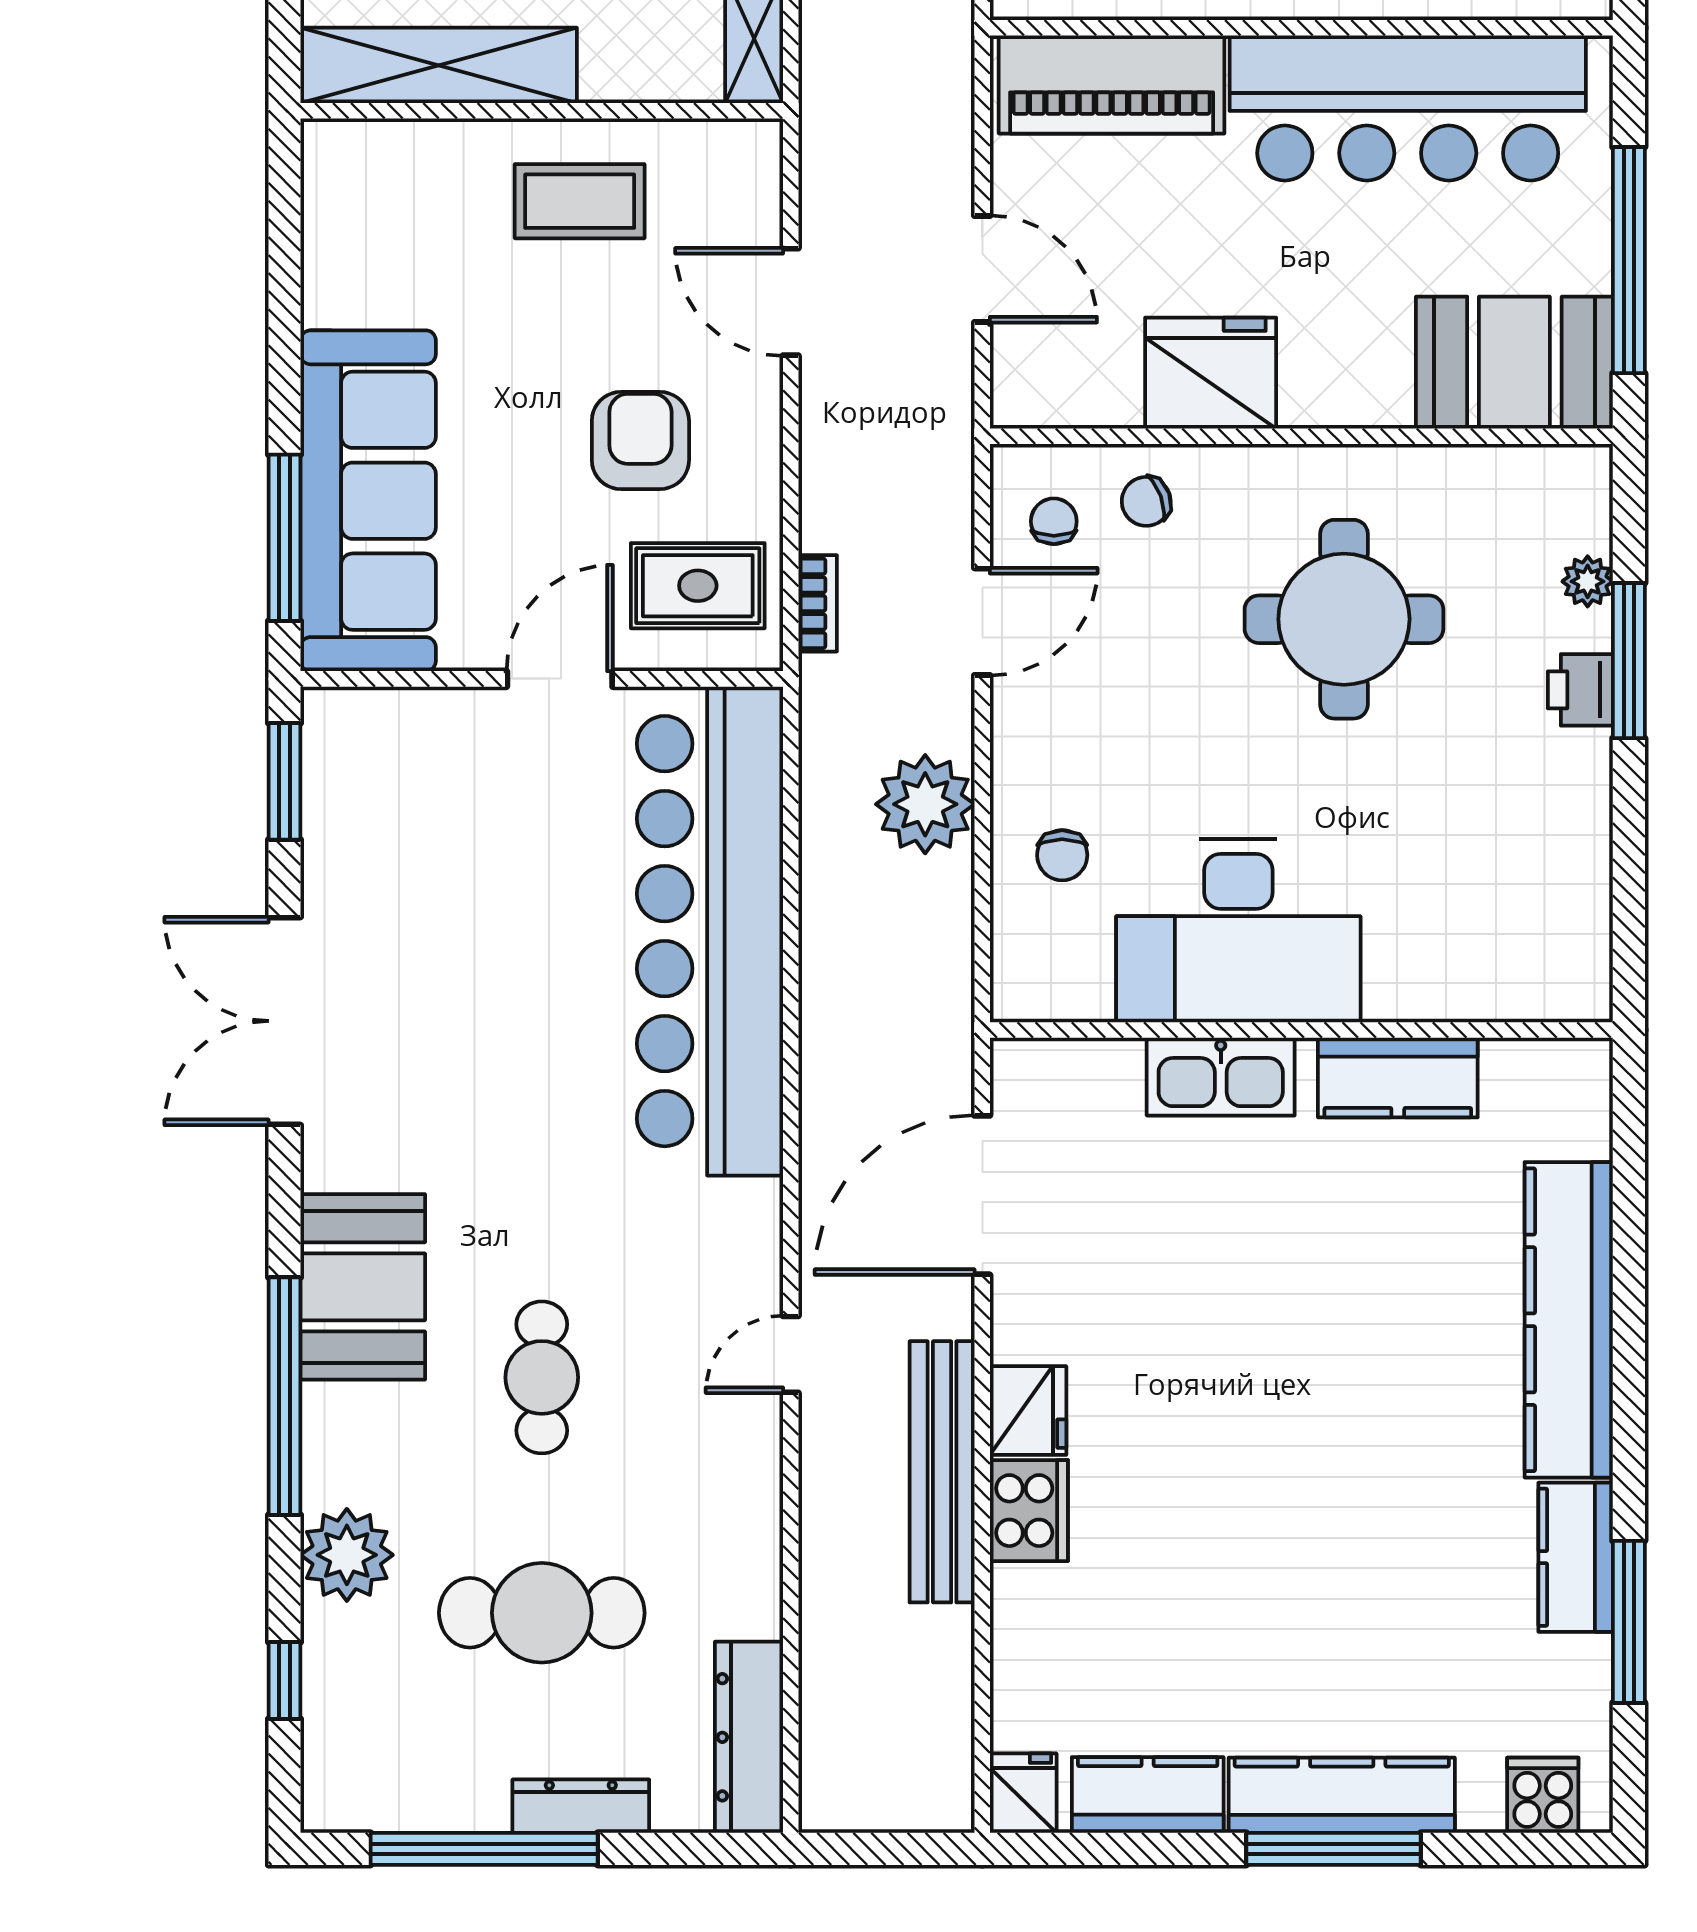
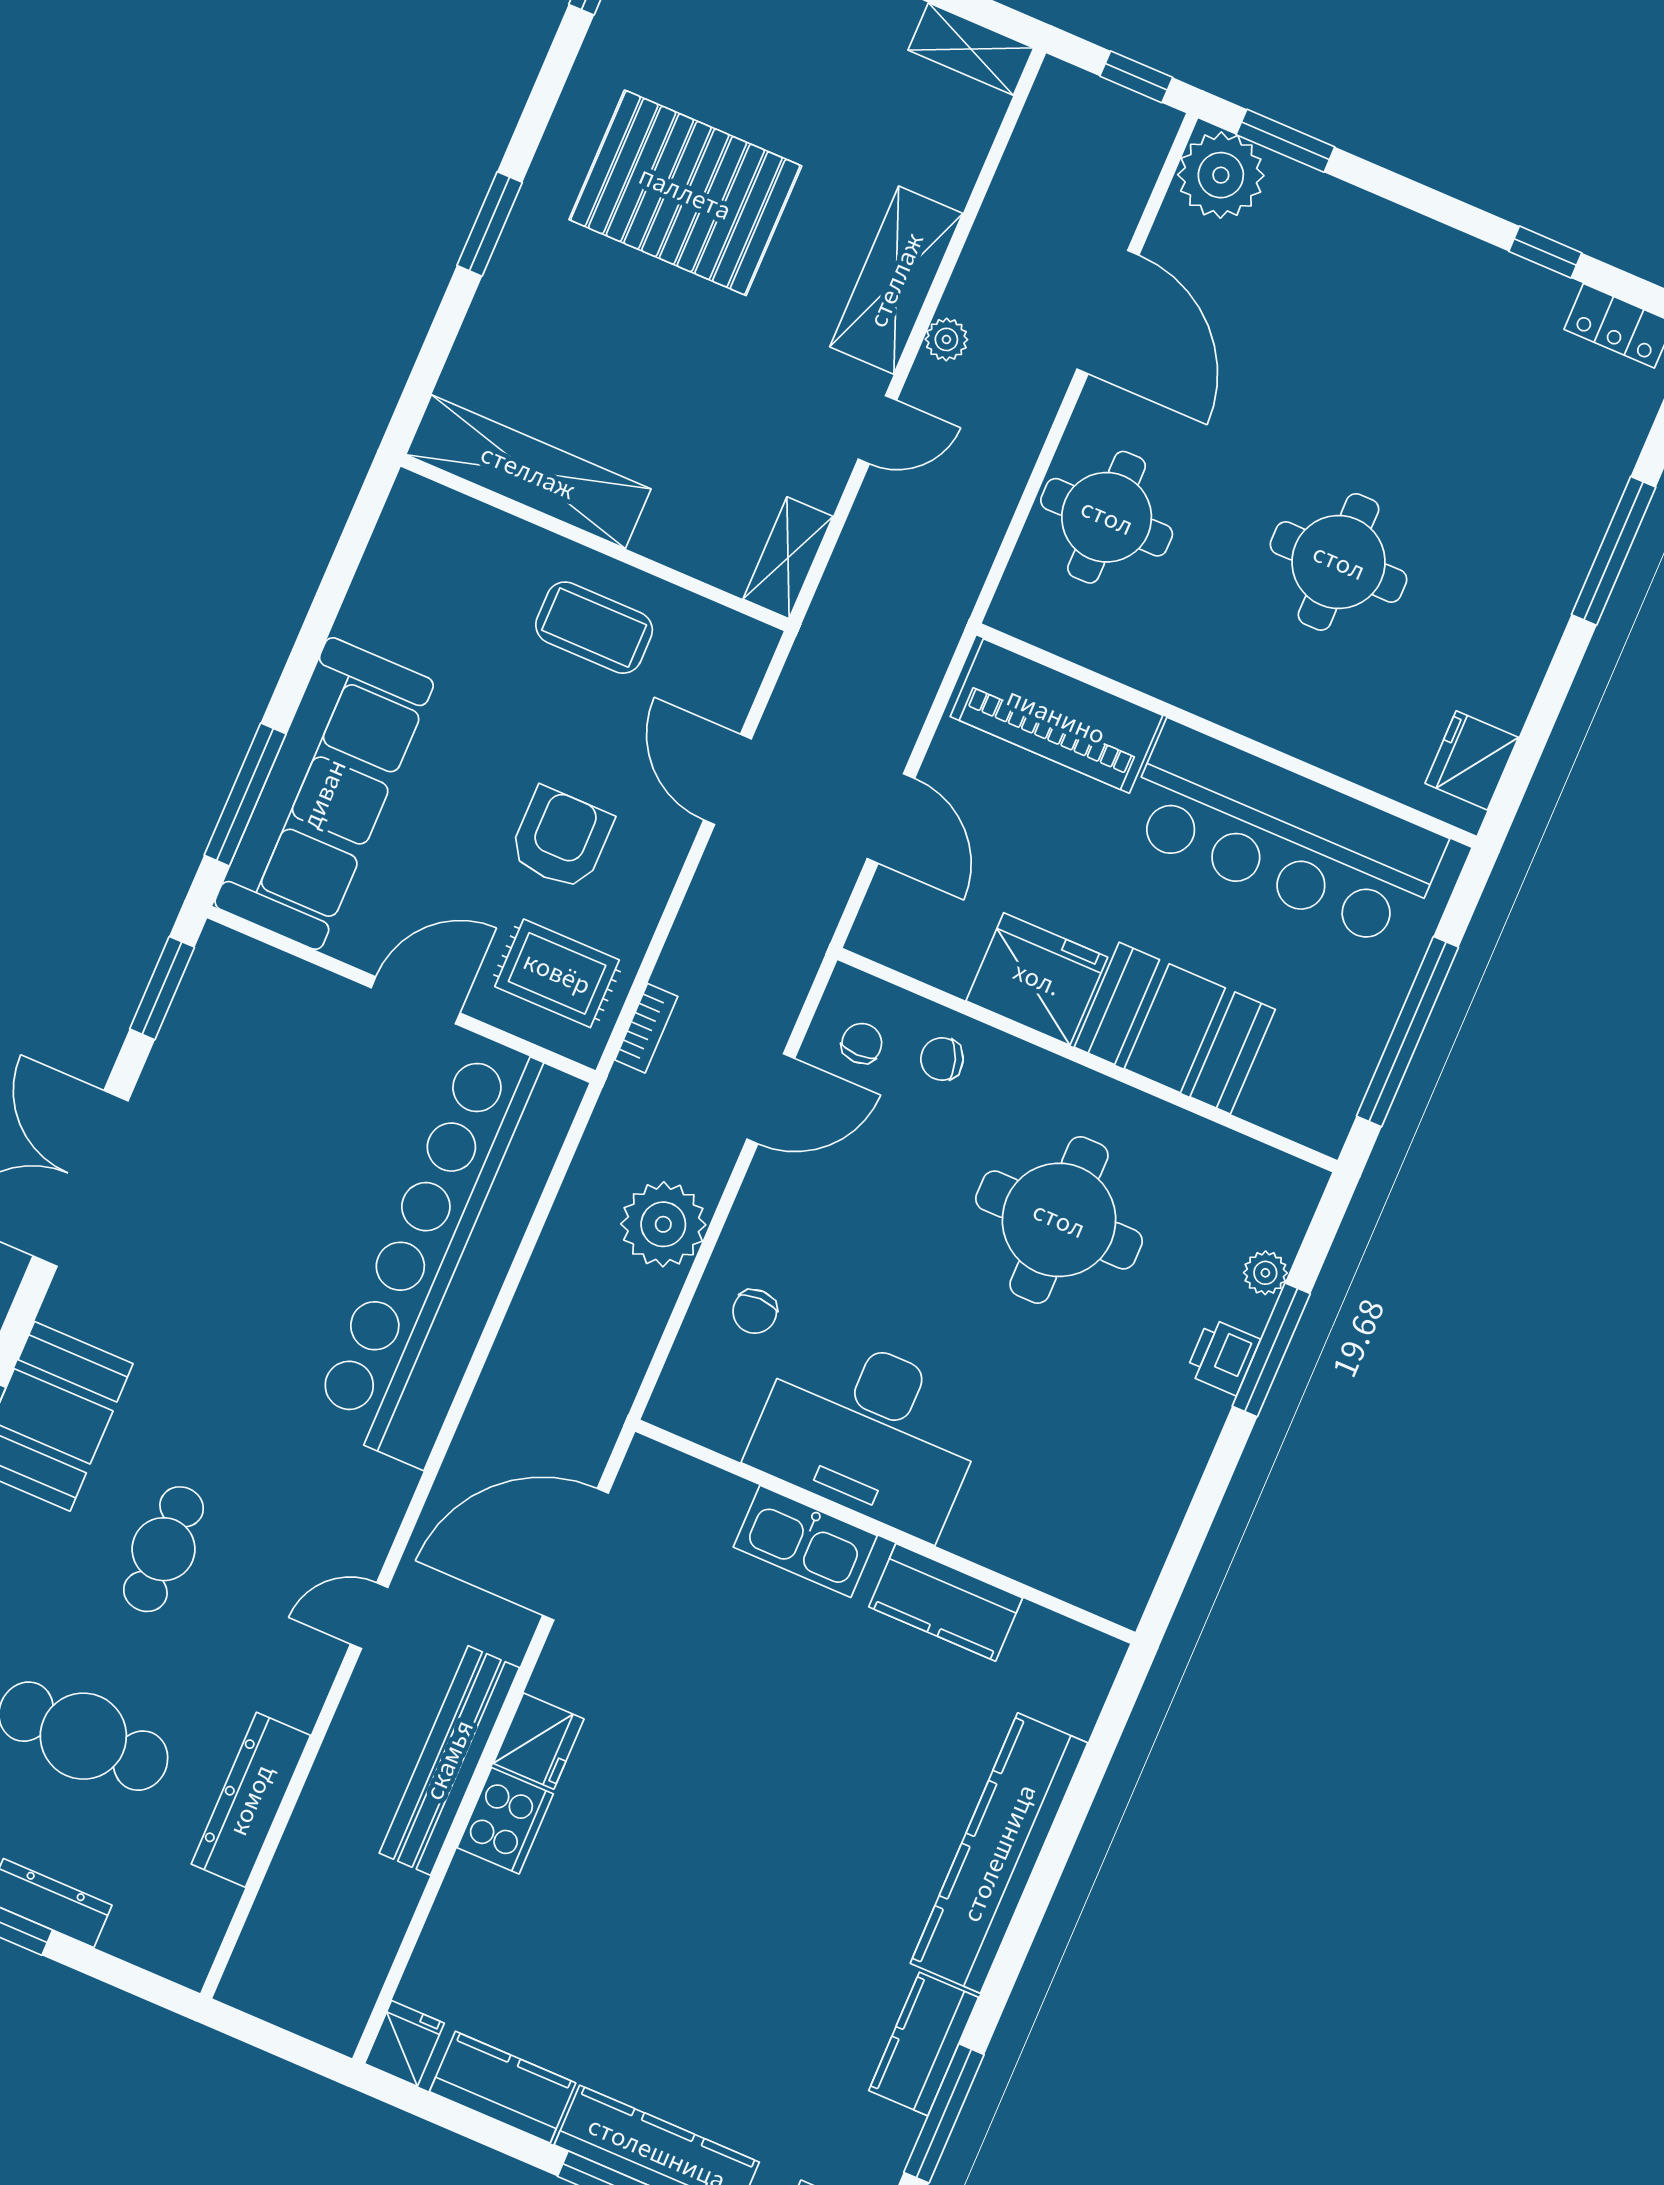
booth: (1514, 363) -> (1175, 1028), moved
dresser: (749, 1737) -> (251, 1800), moved

